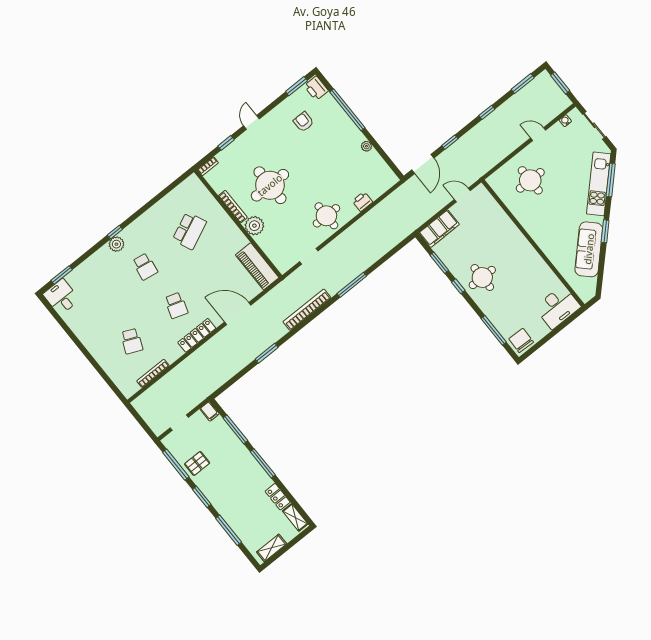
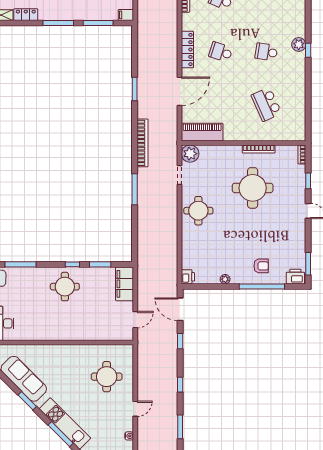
armchair: (303, 122) -> (261, 266), moved
printer: (362, 202) -> (188, 277), moved
plant: (254, 226) -> (190, 154), moved

